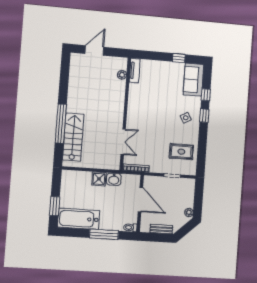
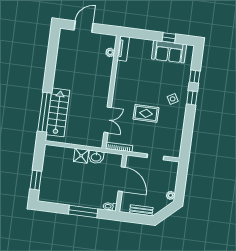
sofa: (193, 80) -> (169, 52), moved, turned -90
window: (61, 124) -> (45, 112), moved
rug: (181, 152) -> (146, 113), moved
bathtub: (79, 219) -> (59, 194), removed

